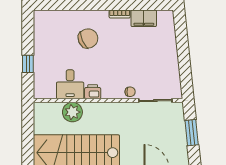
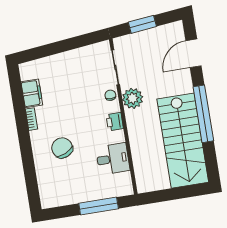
window: (28, 64) -> (99, 206), width x2.17
printer: (93, 92) -> (115, 122), moved
plant: (72, 112) -> (133, 98), moved

